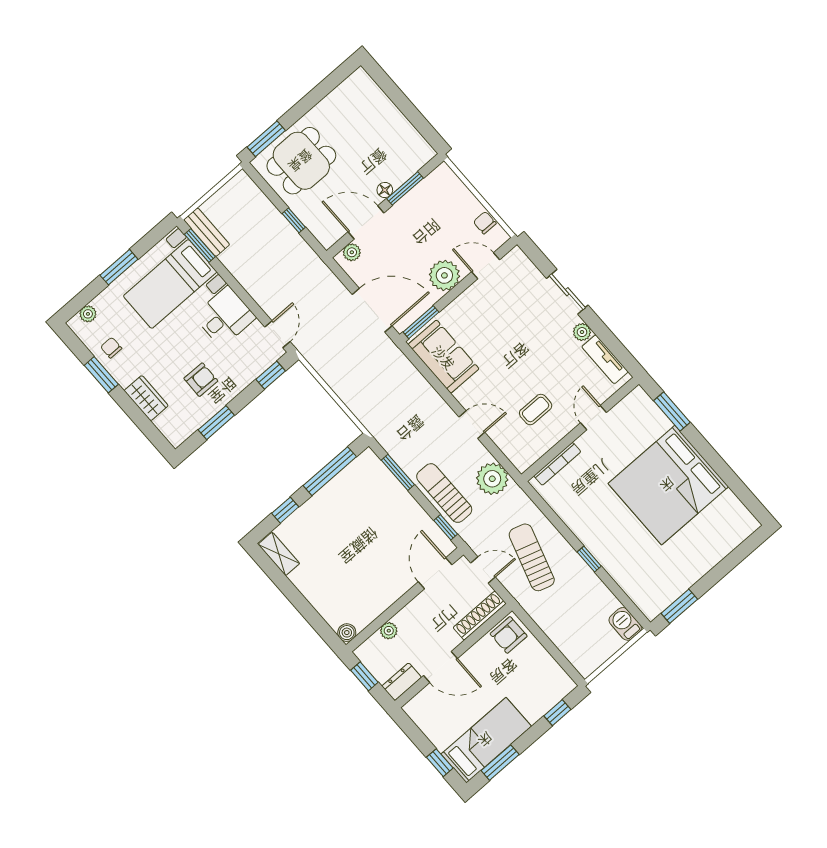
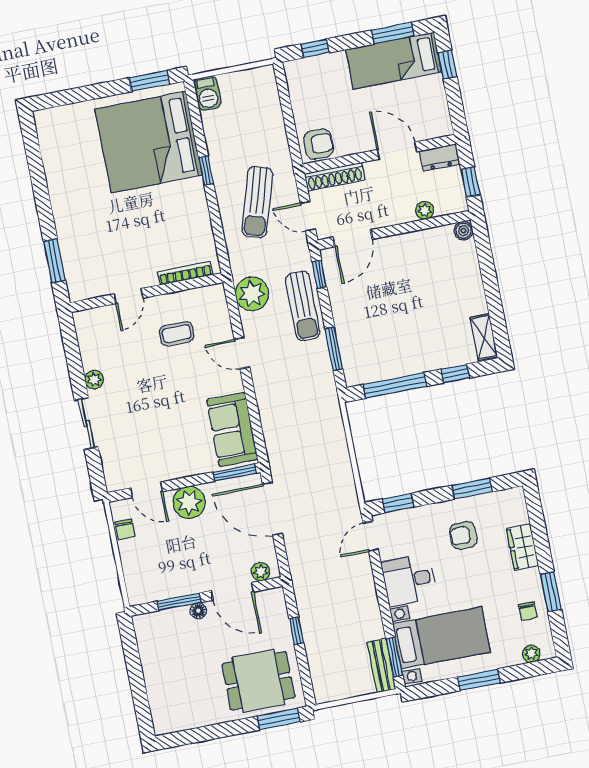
tv unit: (605, 359) -> (88, 343), removed
bed: (668, 485) -> (149, 142), moved, turned 180

